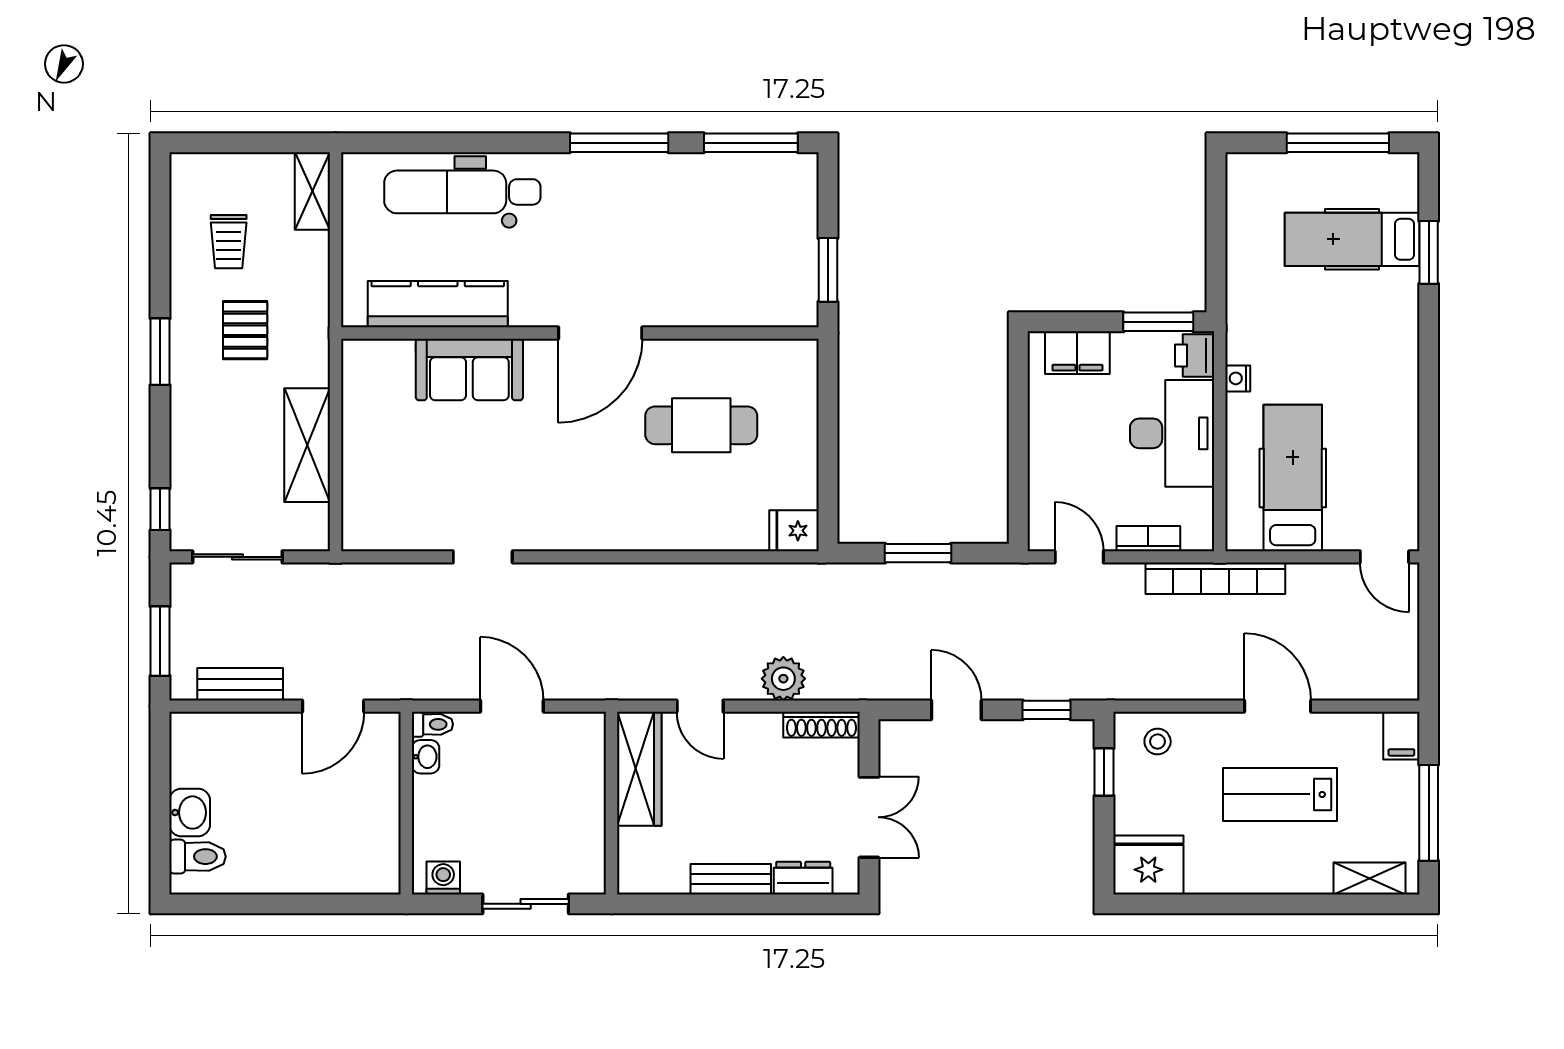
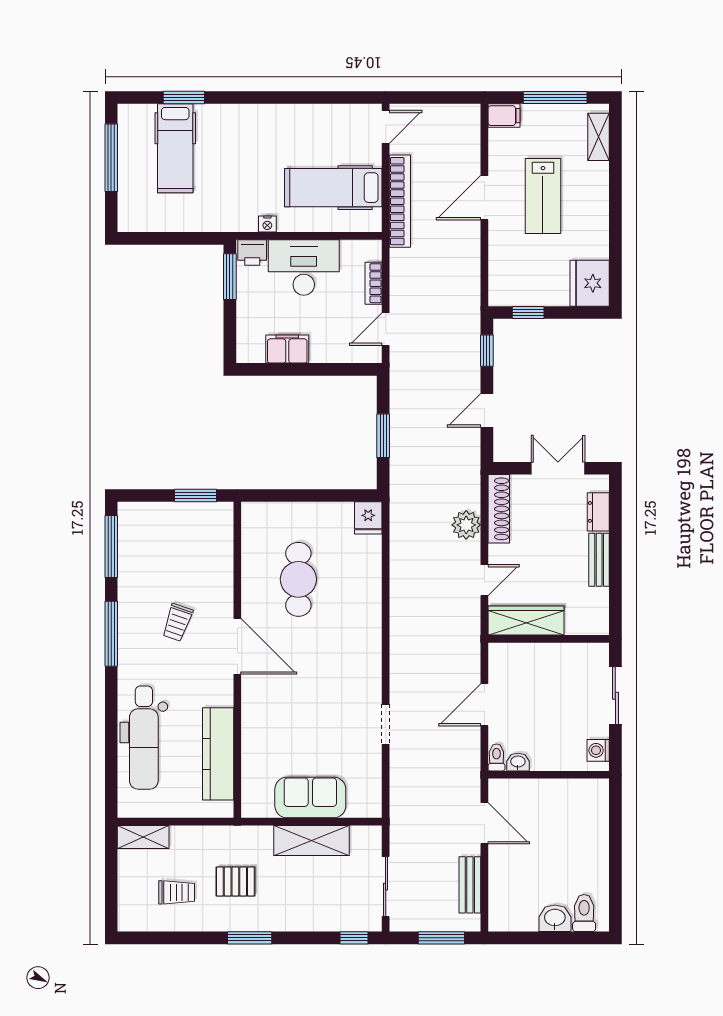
trolley: (636, 243) -> (177, 622), added
filing cabinet: (1077, 353) -> (287, 349), moved, turned -90
sofa: (469, 370) -> (310, 798), moved, turned -90
bookcase: (1215, 578) -> (400, 201), moved
shoe rack: (821, 725) -> (499, 509), width x1.36, depth x1.24
stool: (1158, 742) -> (508, 277), removed

